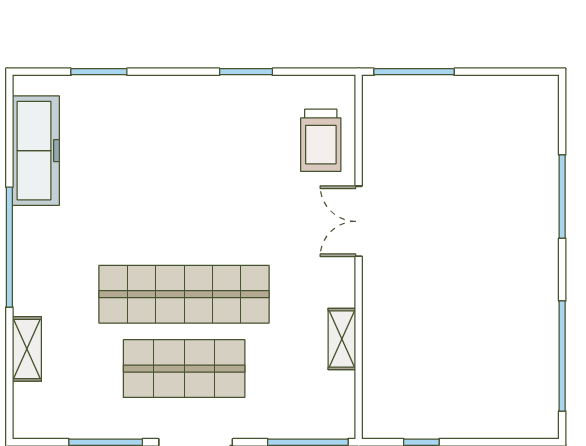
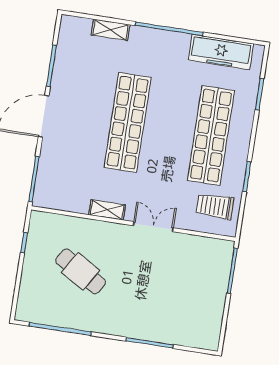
trolley: (321, 140) -> (215, 206), moved
cafe table: (456, 336) -> (81, 271), added
shelving: (342, 339) -> (107, 210), moved
shop shelf: (184, 369) -> (211, 135), moved, width x1.40

